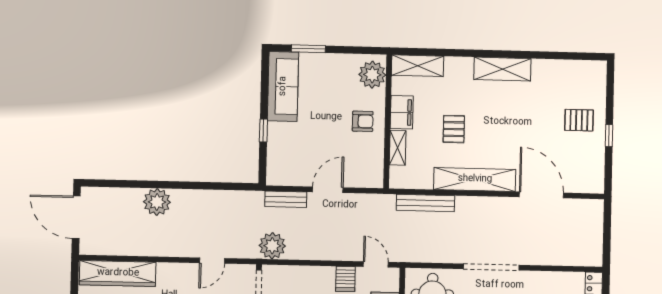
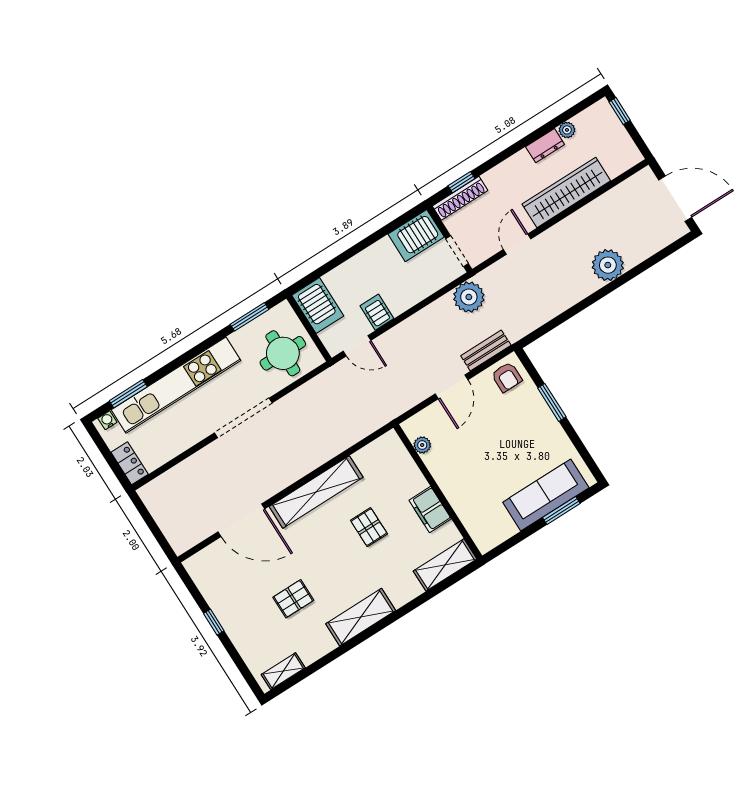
plant: (372, 75) -> (422, 445), moved, width x0.53, depth x0.53
sofa: (283, 86) -> (546, 495), moved, turned 90
pallet: (579, 120) -> (293, 599), moved
armchair: (363, 121) -> (507, 377), moved, turned -90
window: (263, 130) -> (552, 402), width x1.50
shelving: (398, 148) -> (283, 671), moved, turned 90
bench: (425, 203) -> (349, 437), removed
wardrobe: (118, 273) -> (566, 192), moved

